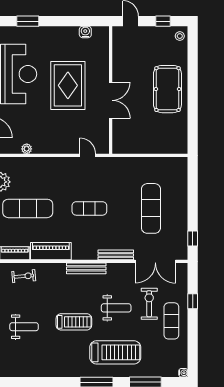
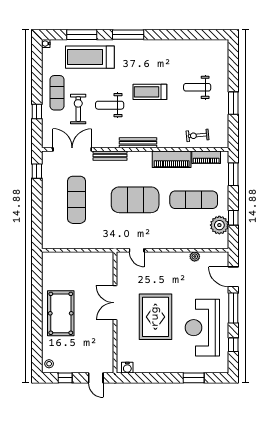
water cooler: (85, 32) -> (127, 368), moved
exercise mat: (89, 208) -> (135, 200), width x2.00, depth x1.45
exercise bike: (149, 304) -> (78, 109), turned 180
treadmill: (115, 352) -> (90, 57), moved

